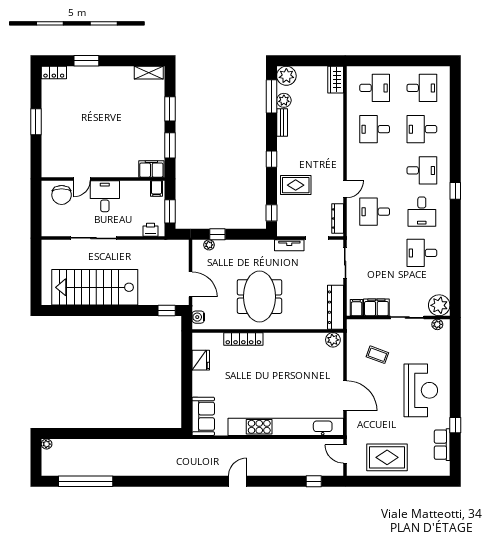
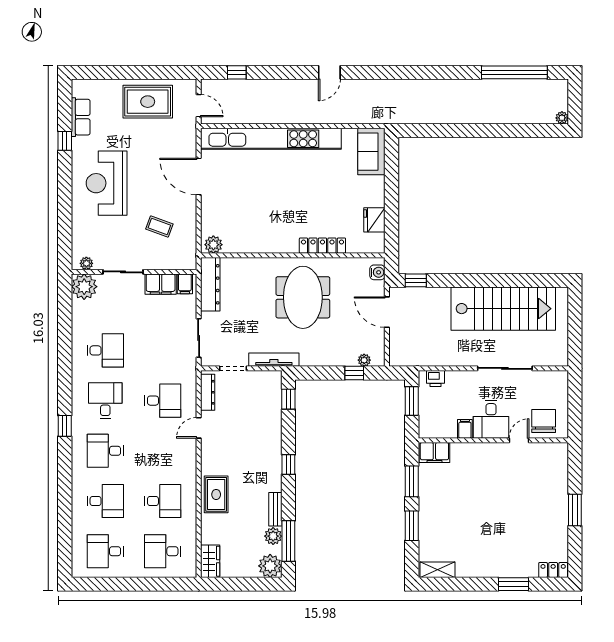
rug: (296, 185) -> (216, 494), moved, turned 90
filing cabinet: (156, 188) -> (465, 429), moved
tv unit: (289, 245) -> (274, 360), width x1.41

